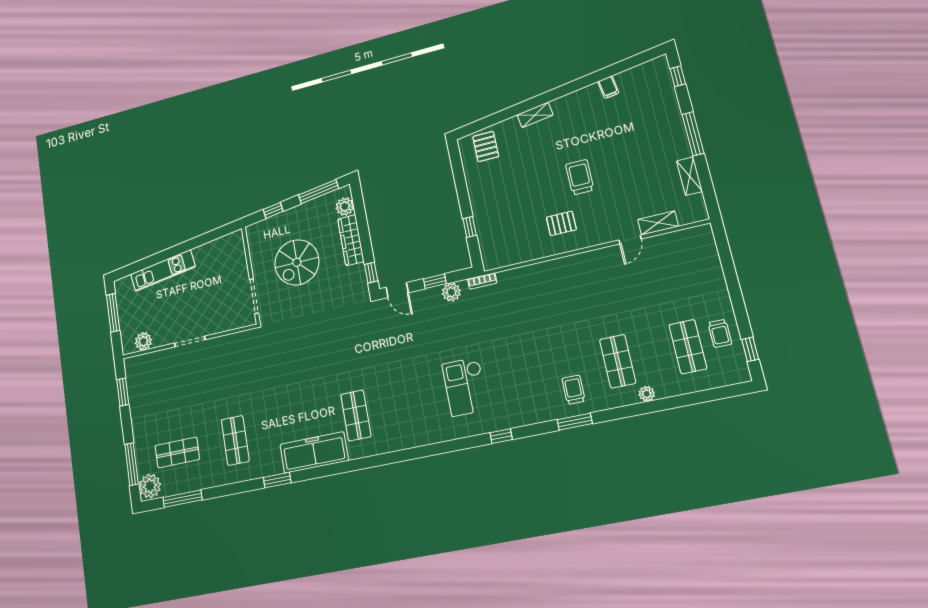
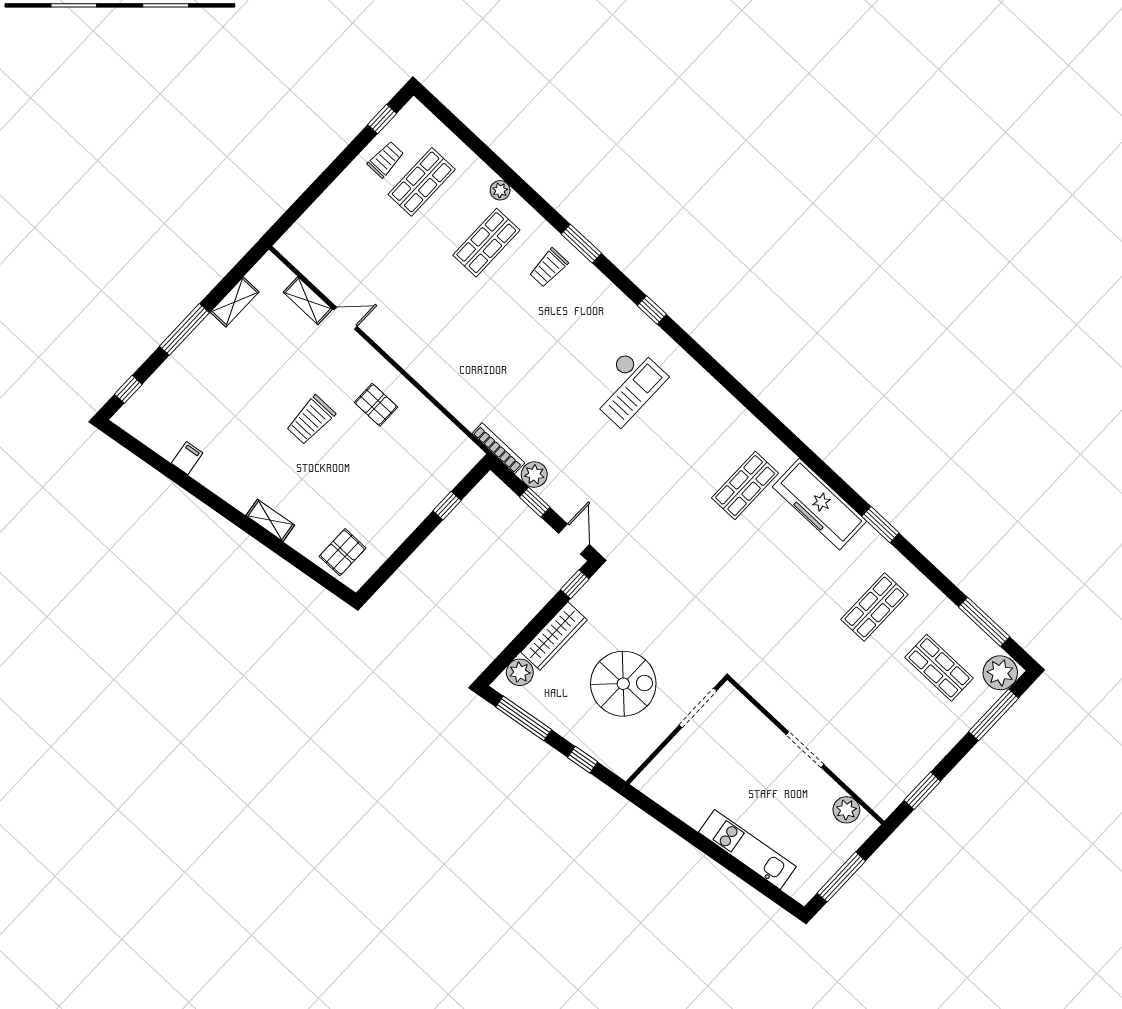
bookcase: (482, 281) -> (498, 448), width x1.56

